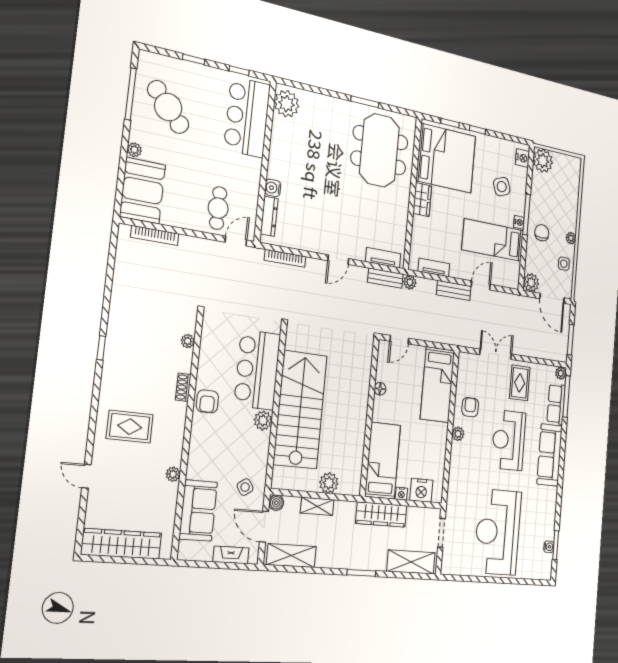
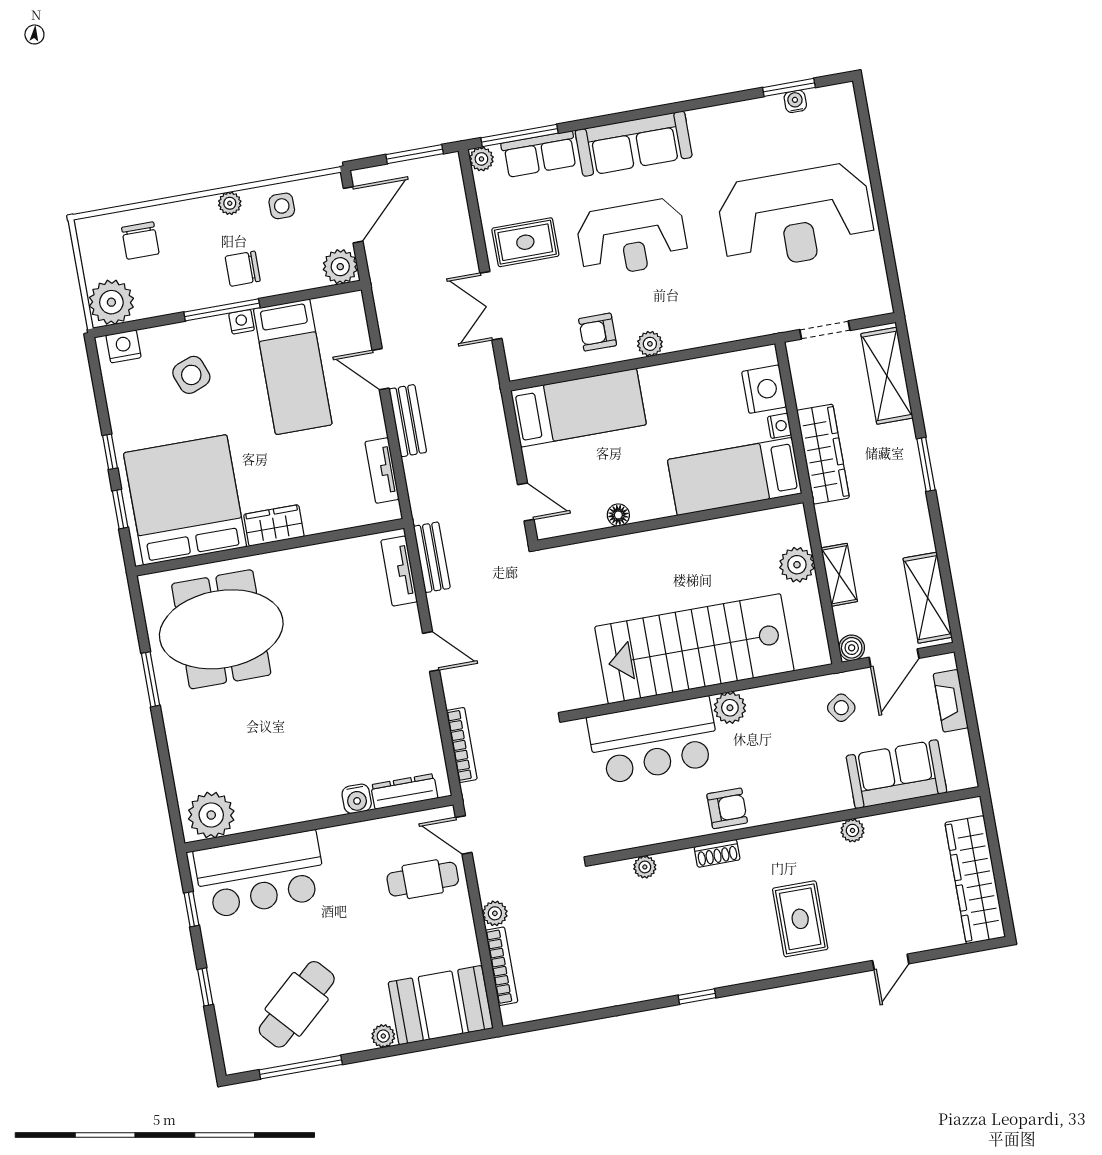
chair: (565, 187) -> (140, 241), added
plant: (410, 282) -> (495, 913), moved

